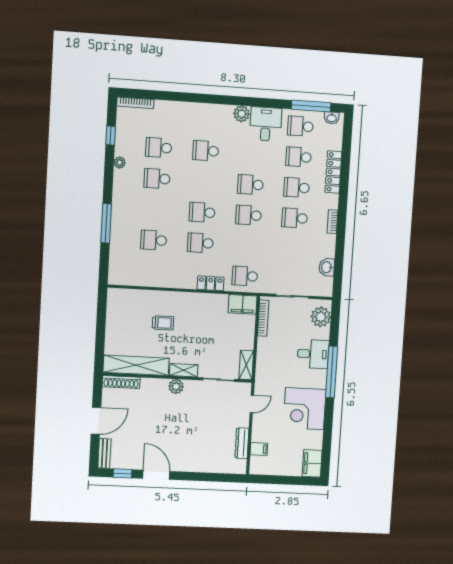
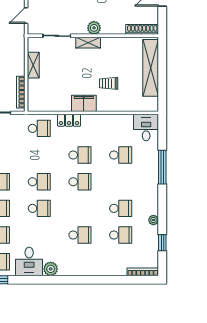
desk: (123, 270) -> (146, 127), added
filing cabinet: (243, 304) -> (84, 103), moved
shelving: (136, 365) -> (151, 68), moved, turned 90
shelving: (246, 365) -> (33, 65), moved

